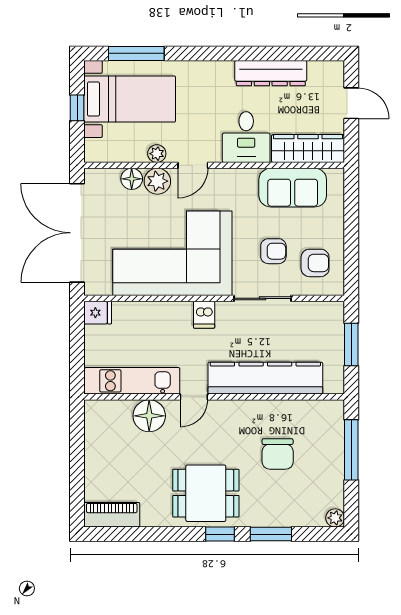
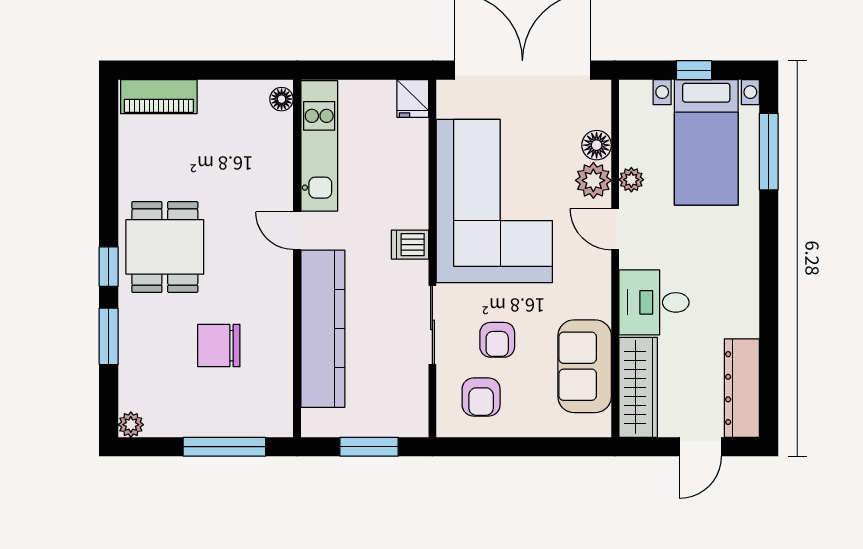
dresser: (271, 73) -> (742, 388), moved
floor lamp: (149, 416) -> (282, 99), moved, width x0.53, depth x0.53
piano: (112, 515) -> (159, 97), moved, turned 90

